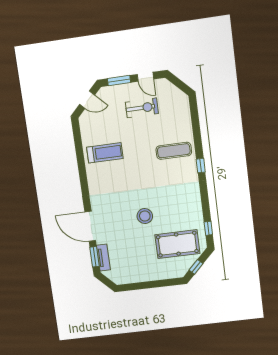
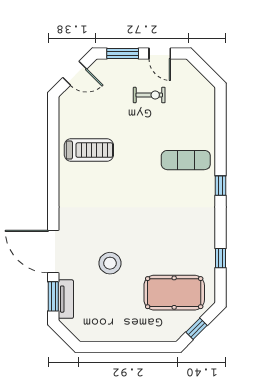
exercise bike: (142, 108) -> (149, 95), width x0.73, depth x0.72
stool: (145, 216) -> (110, 263), moved
window: (208, 228) -> (221, 258), moved

